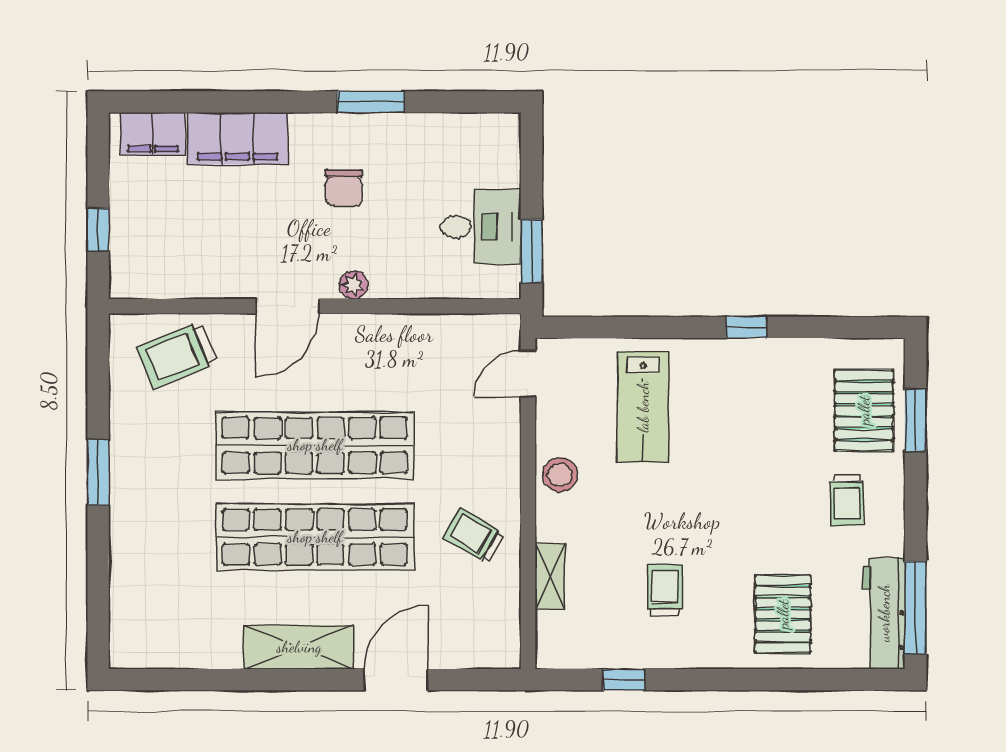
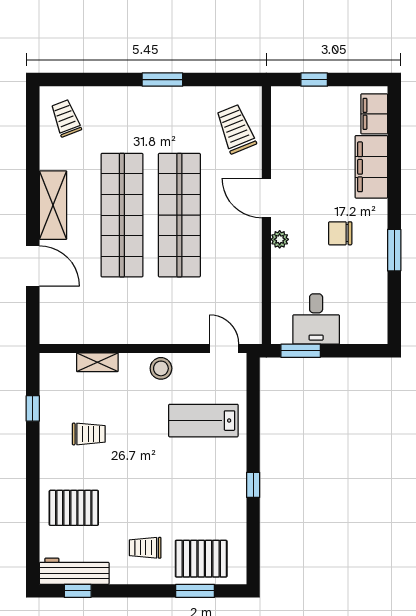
trolley: (474, 536) -> (66, 118), moved, turned -51
window: (916, 608) -> (78, 591), width x0.46

